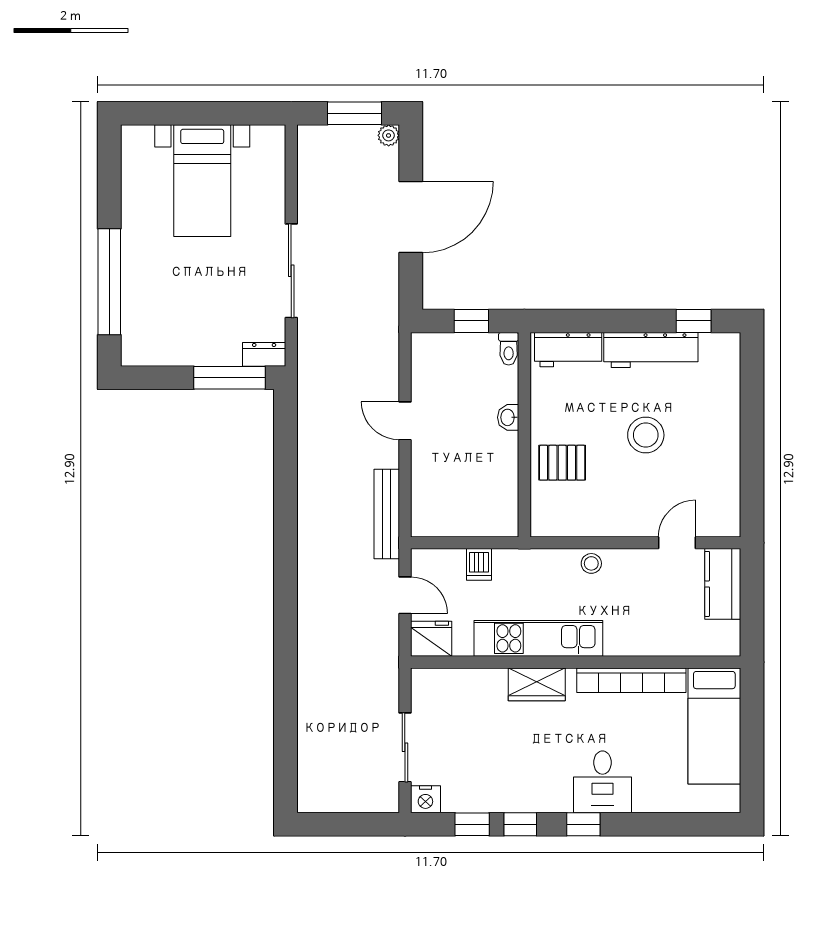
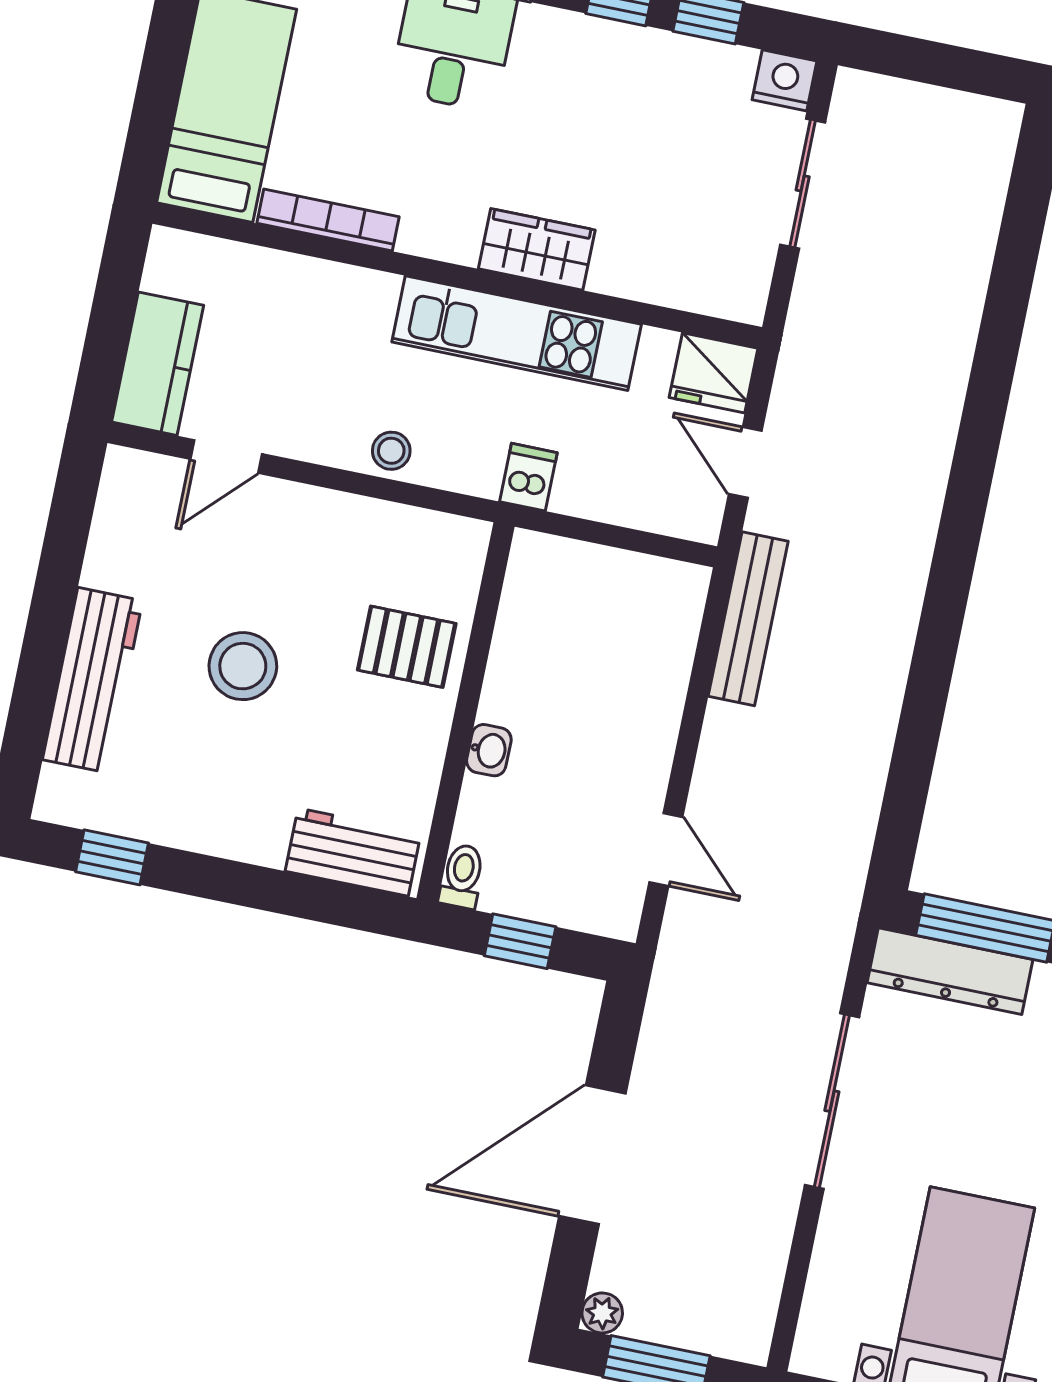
workbench: (651, 350) -> (93, 680), moved, turned 90
dresser: (264, 354) -> (950, 971), width x1.96, depth x1.24
door: (405, 421) -> (666, 849), moved
dishwasher: (479, 564) -> (528, 477), moved
bookcase: (631, 680) -> (328, 220), width x0.68, depth x0.76

